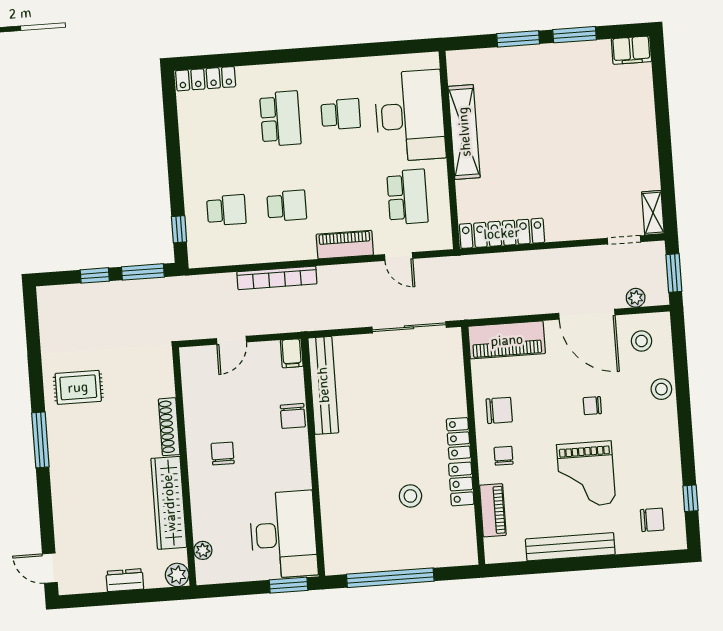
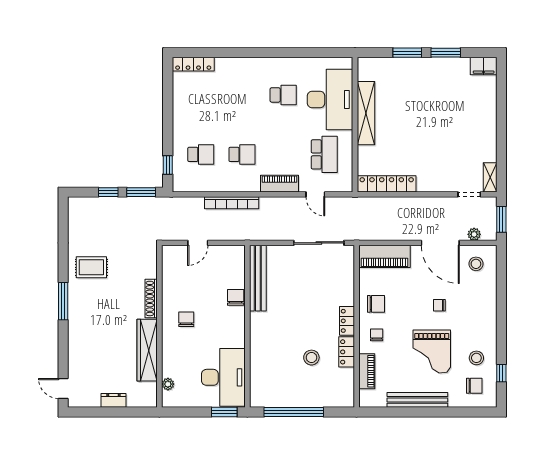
school desk: (280, 119) -> (242, 95), removed
filing cabinet: (292, 353) -> (238, 255), removed
stool: (661, 389) -> (476, 358), moved
chair: (293, 416) -> (236, 297), turned 180
plant: (177, 575) -> (149, 399), removed

